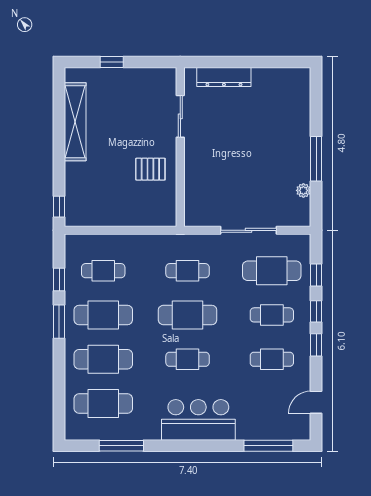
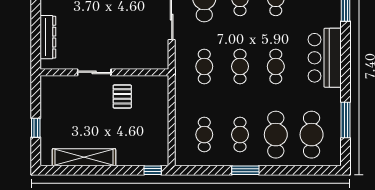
sliding door: (180, 116) -> (94, 72), moved
window: (59, 280) -> (211, 170), removed
cafe table: (103, 315) -> (240, 135), width x0.73, depth x0.74
cafe table: (188, 315) -> (240, 66), width x0.73, depth x0.74

